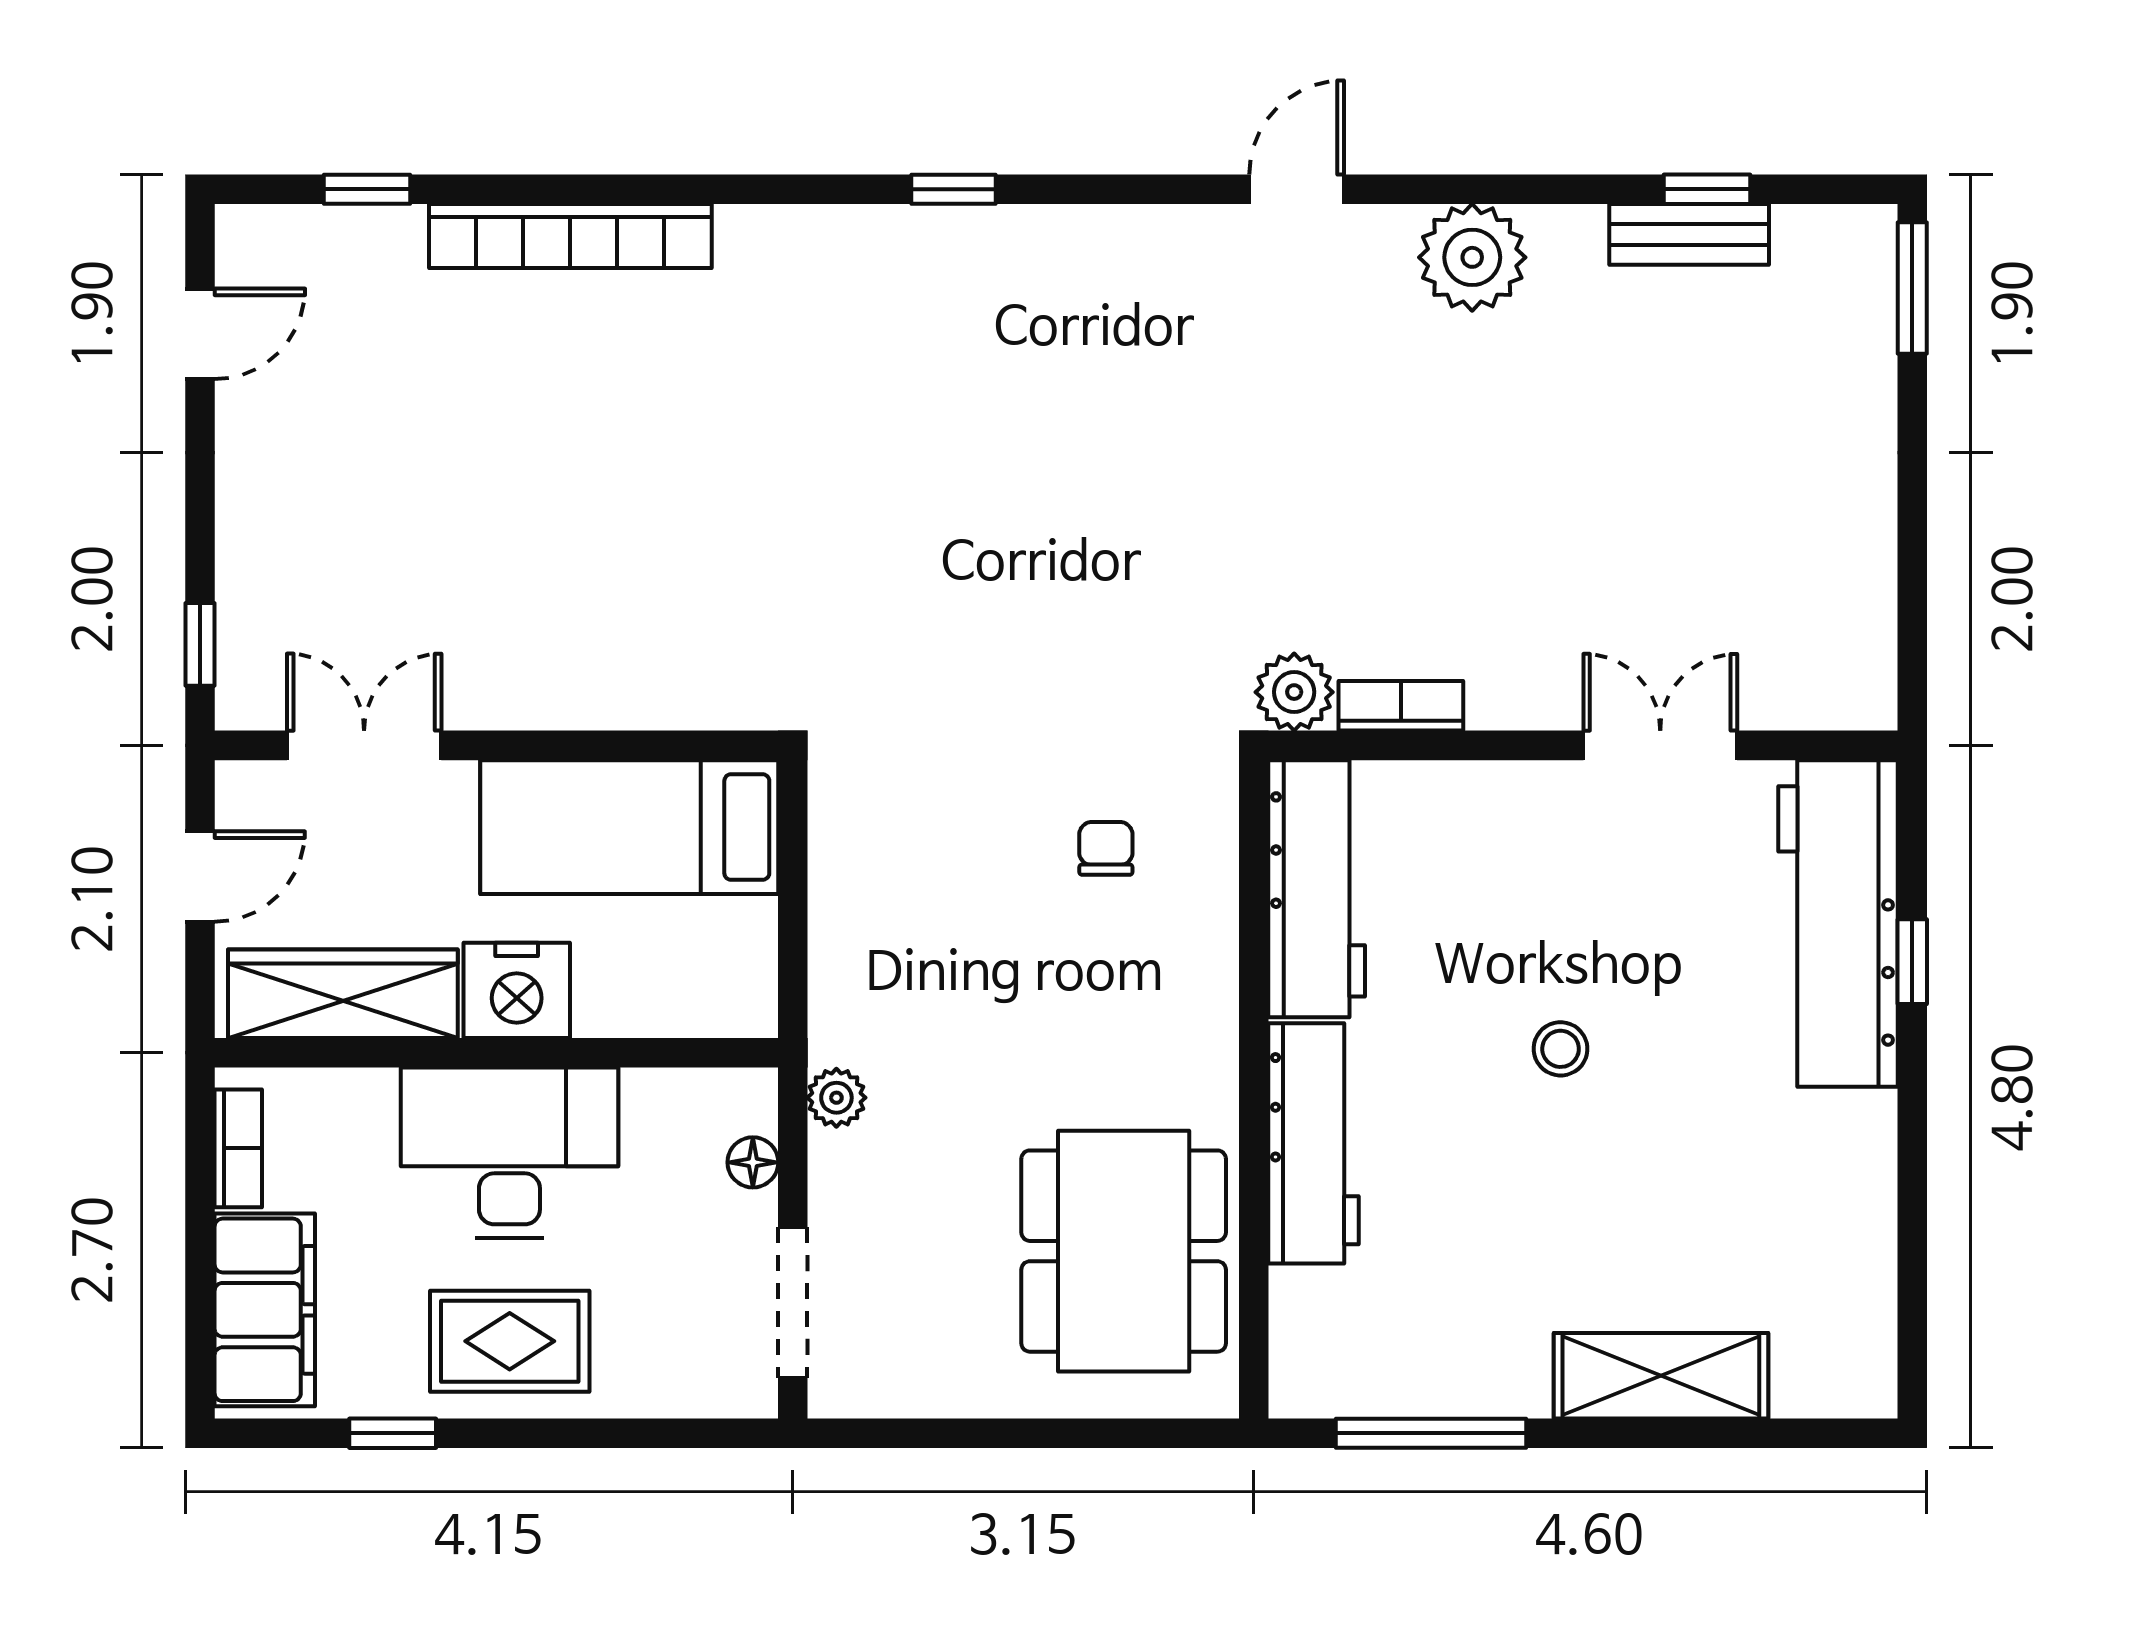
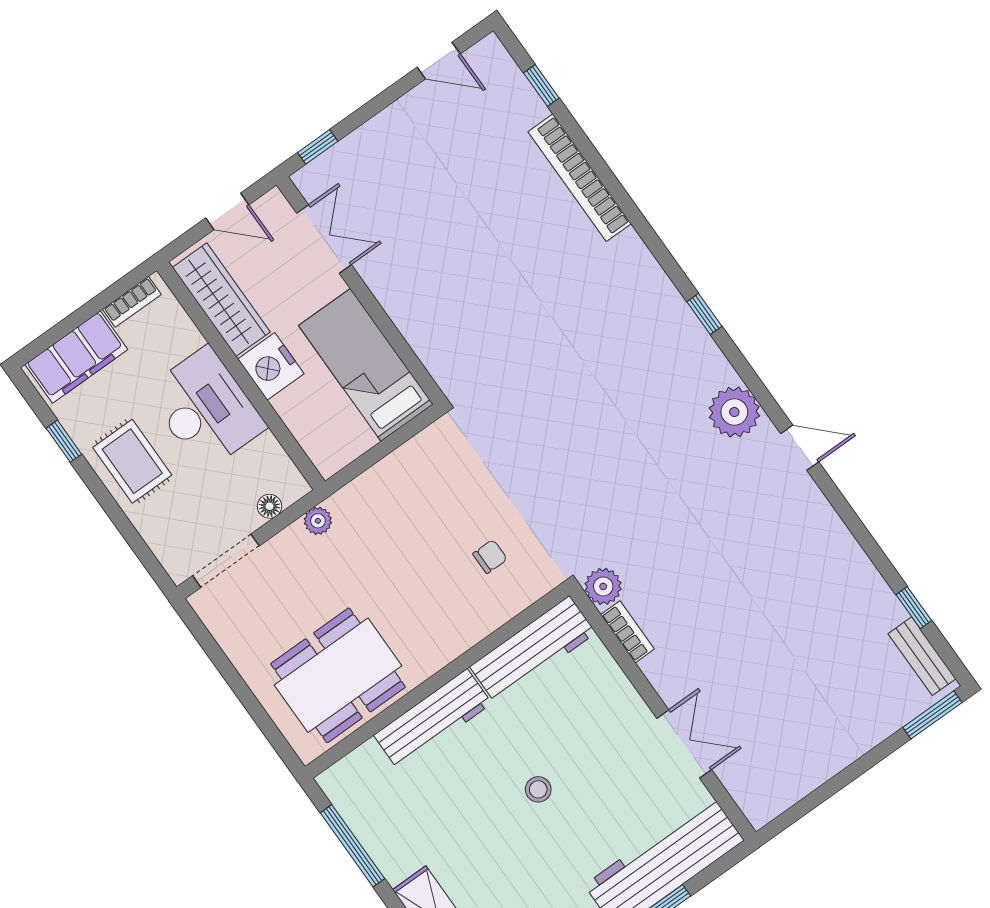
bench: (1689, 234) -> (922, 656), moved
plant: (1472, 257) -> (734, 412), moved

